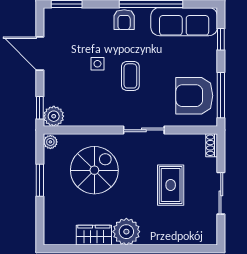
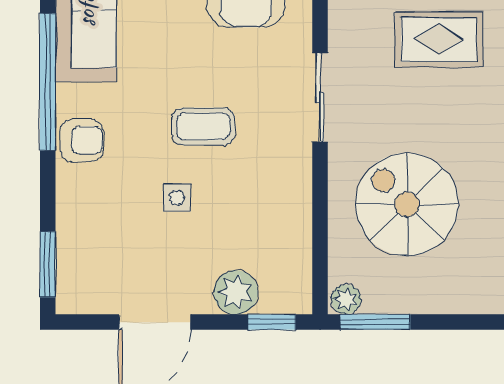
plant: (54, 116) -> (236, 292), moved
window: (40, 180) -> (375, 322), moved

